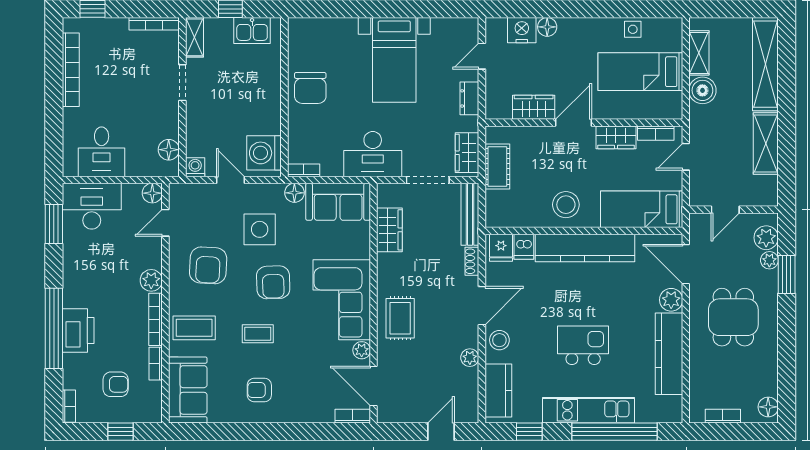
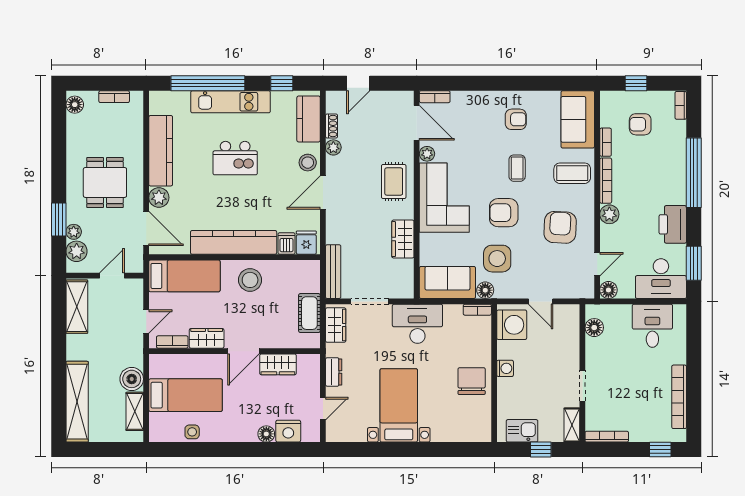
shelving: (766, 144) -> (77, 307), moved
washing machine: (195, 167) -> (505, 368), moved, turned -90
side table: (260, 229) -> (497, 259), moved
wardrobe: (389, 230) -> (403, 239), moved
shoe rack: (472, 261) -> (332, 126), moved
armchair: (273, 282) -> (504, 213), turned -88
printer: (78, 330) -> (673, 224), moved
coffee table: (258, 334) -> (517, 168), turned 90

